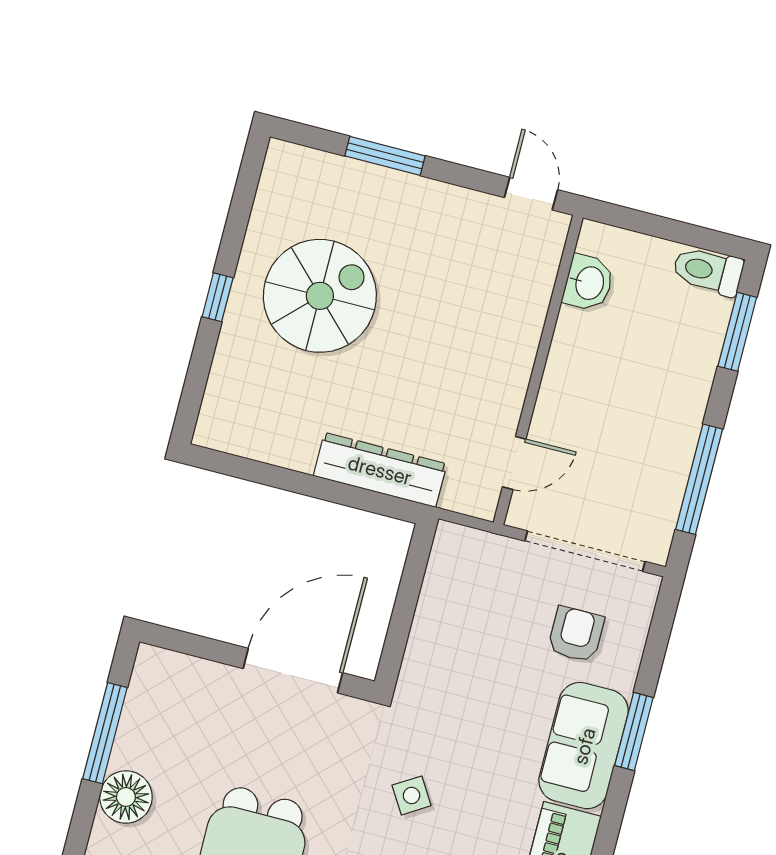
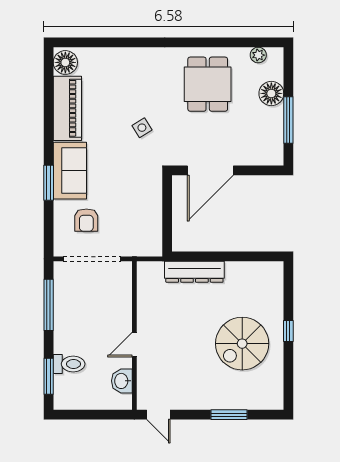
toilet: (708, 271) -> (69, 364), moved
door: (514, 463) -> (134, 345), moved

